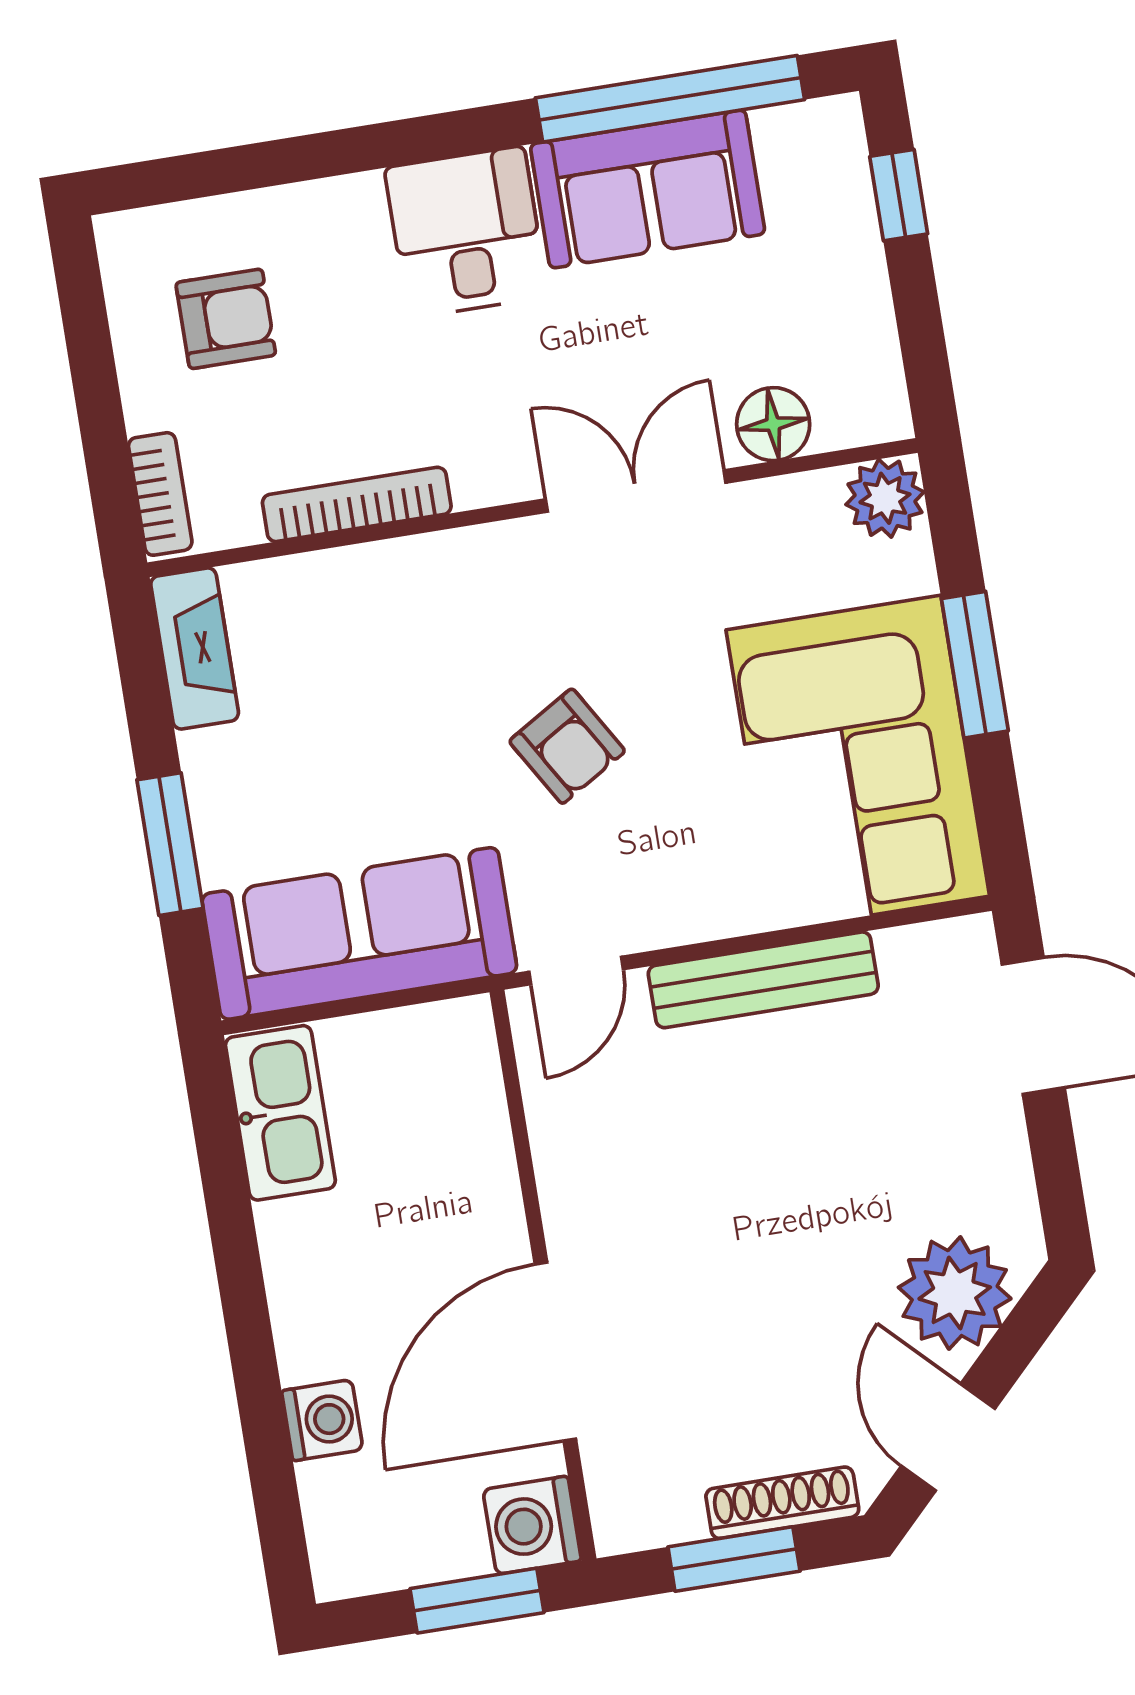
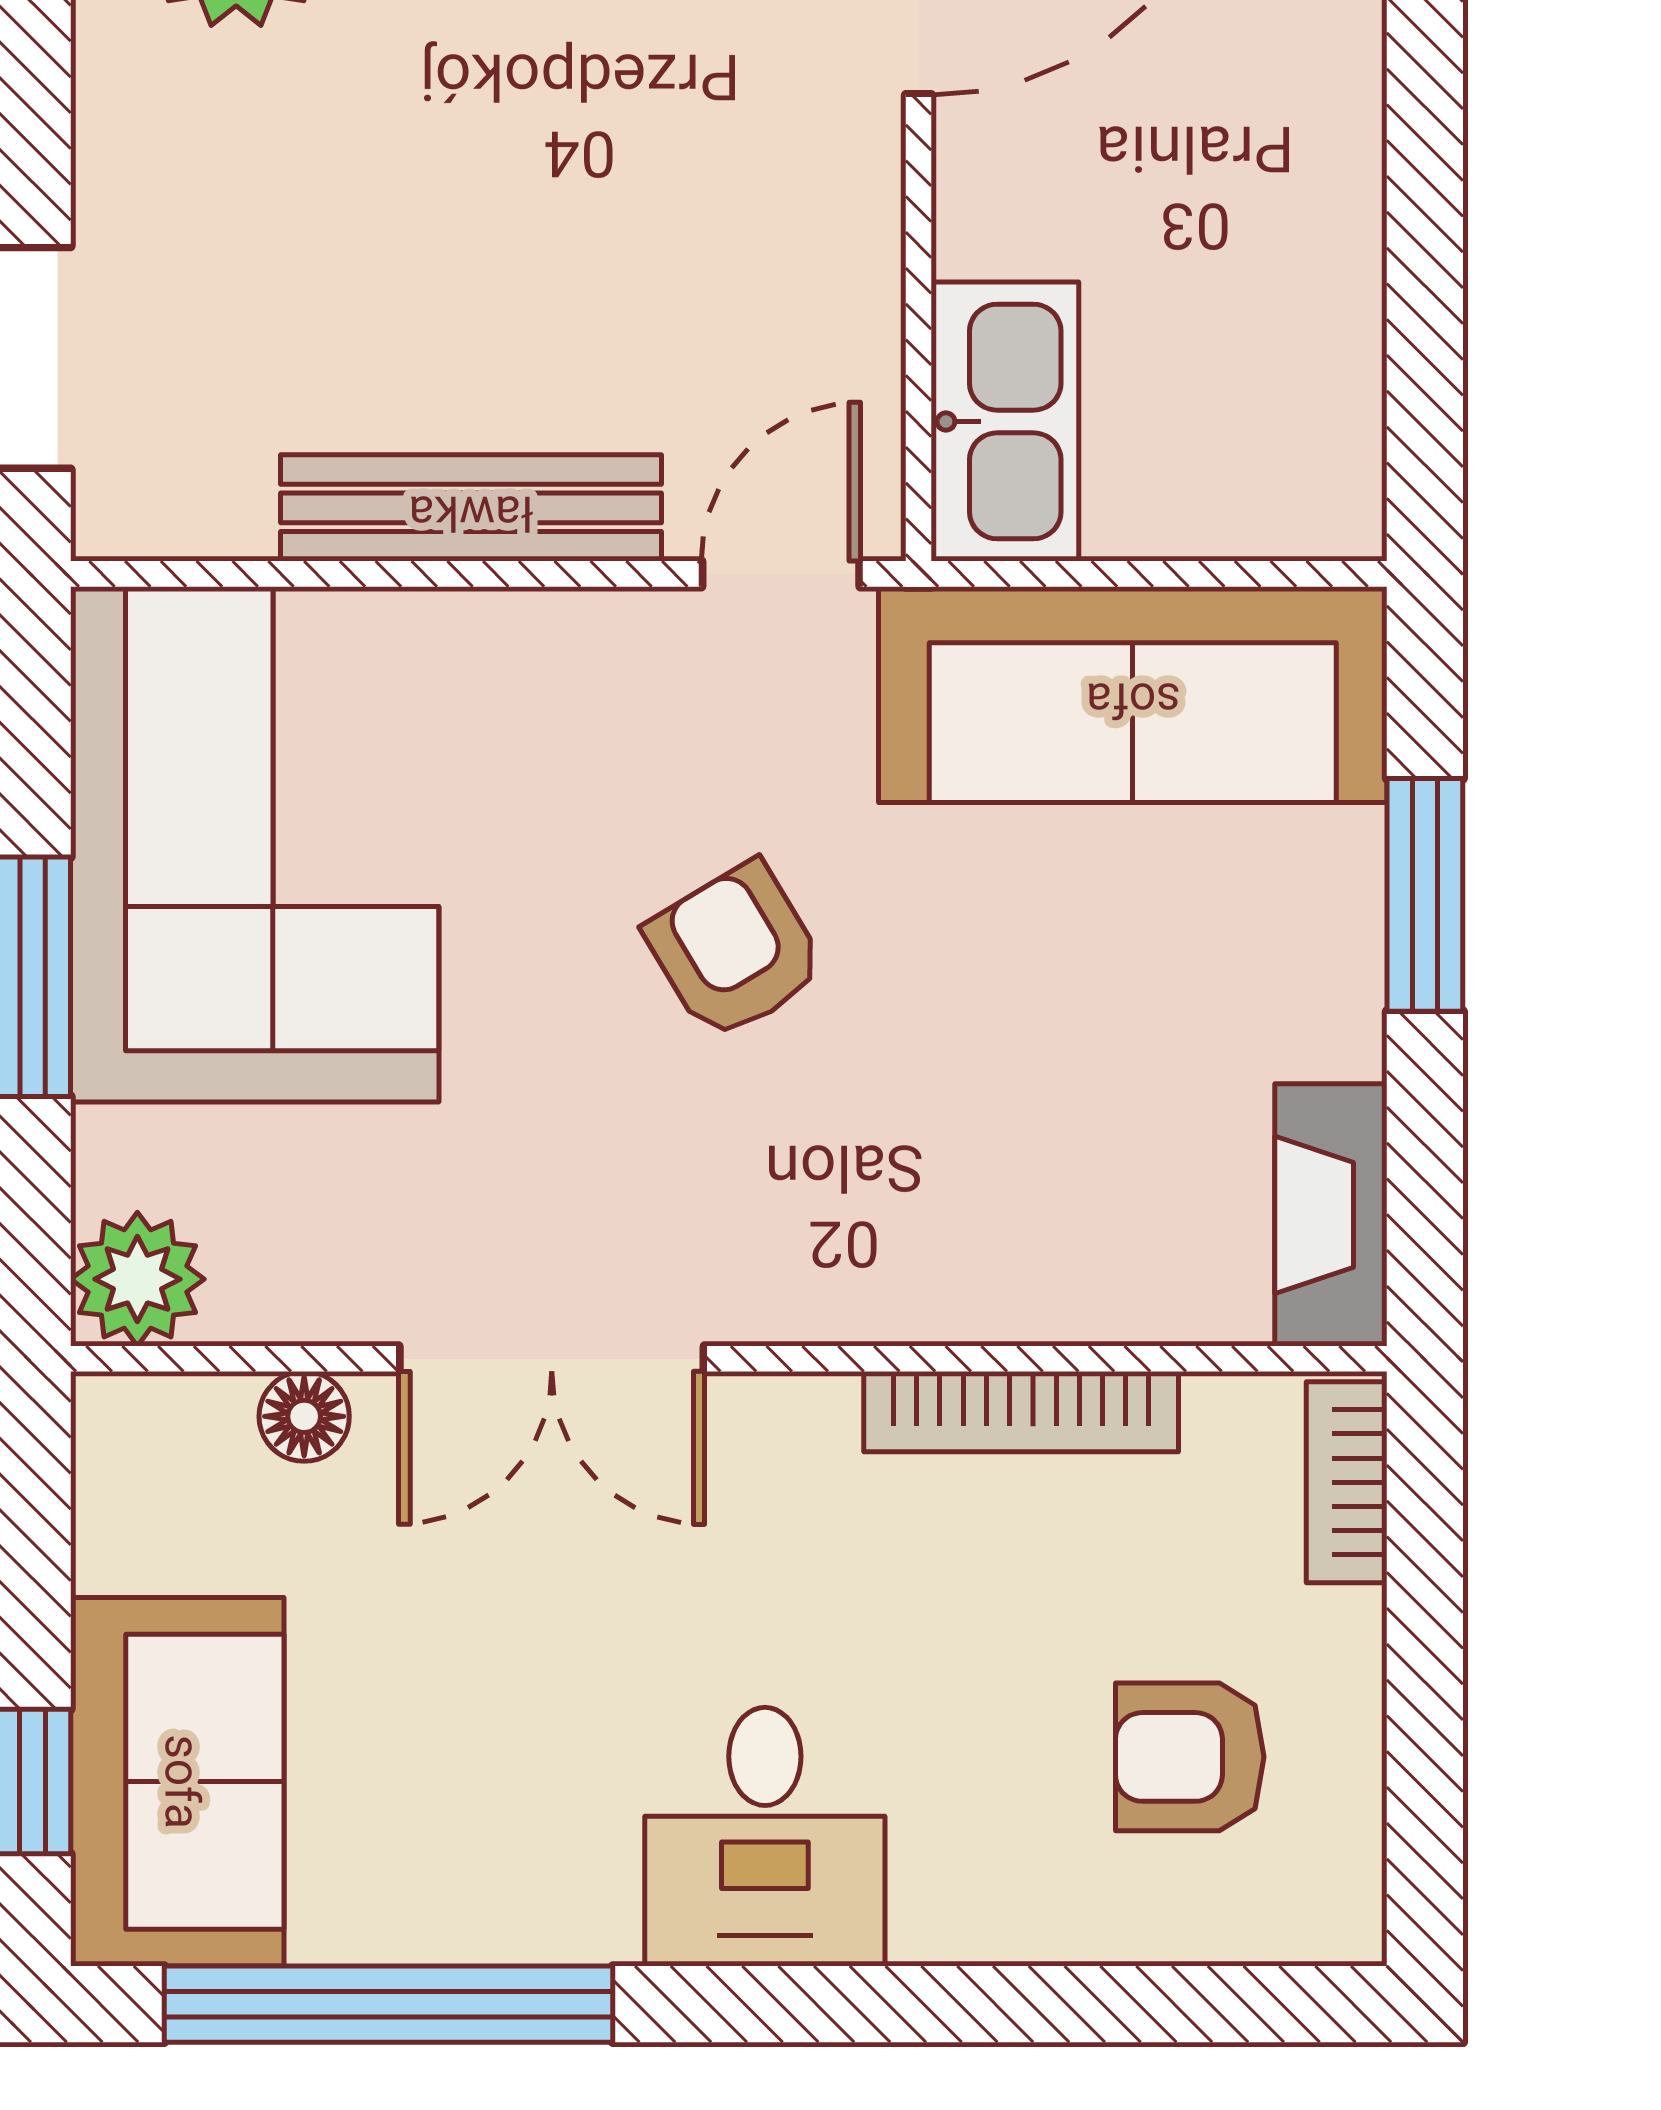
sofa: (648, 189) -> (177, 1782), moved, turned 90
floor lamp: (773, 424) -> (304, 1416), width x0.73, depth x0.73
kitchen sink: (280, 1113) -> (1005, 422), moved, turned 180

